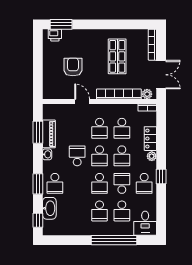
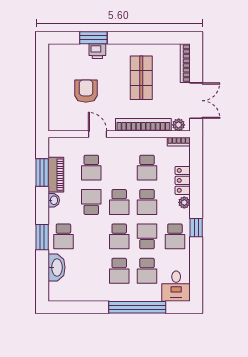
window: (61, 24) -> (93, 38), moved
printer: (55, 35) -> (97, 51), moved
school desk: (100, 128) -> (91, 168), moved
window: (38, 220) -> (42, 282), removed

